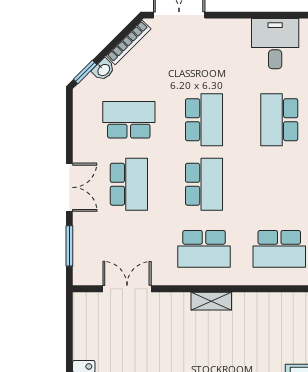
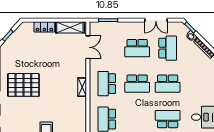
double door: (69, 187) -> (156, 20), moved
shelving: (85, 327) -> (70, 27), added

